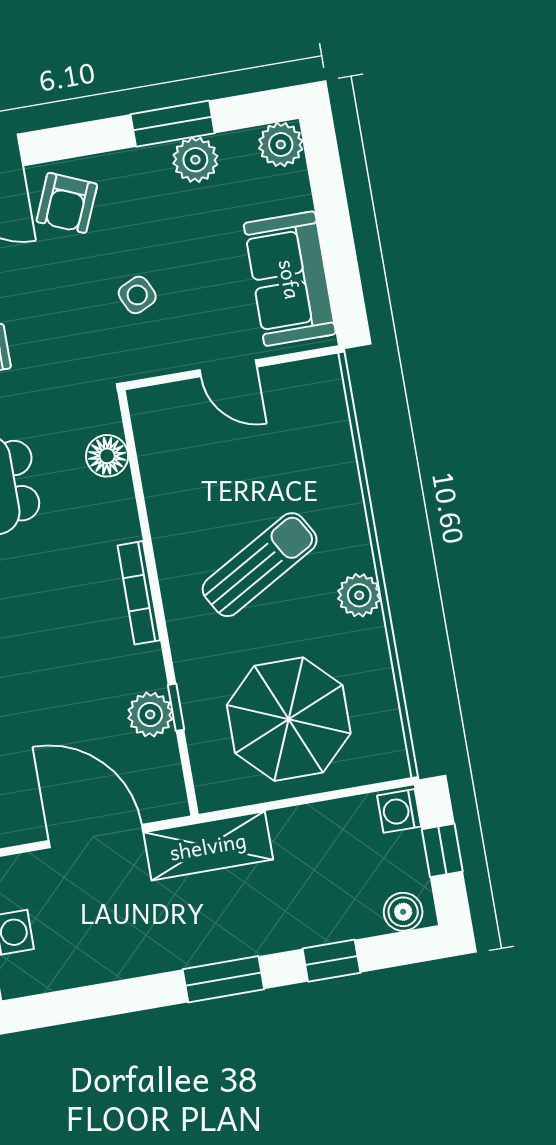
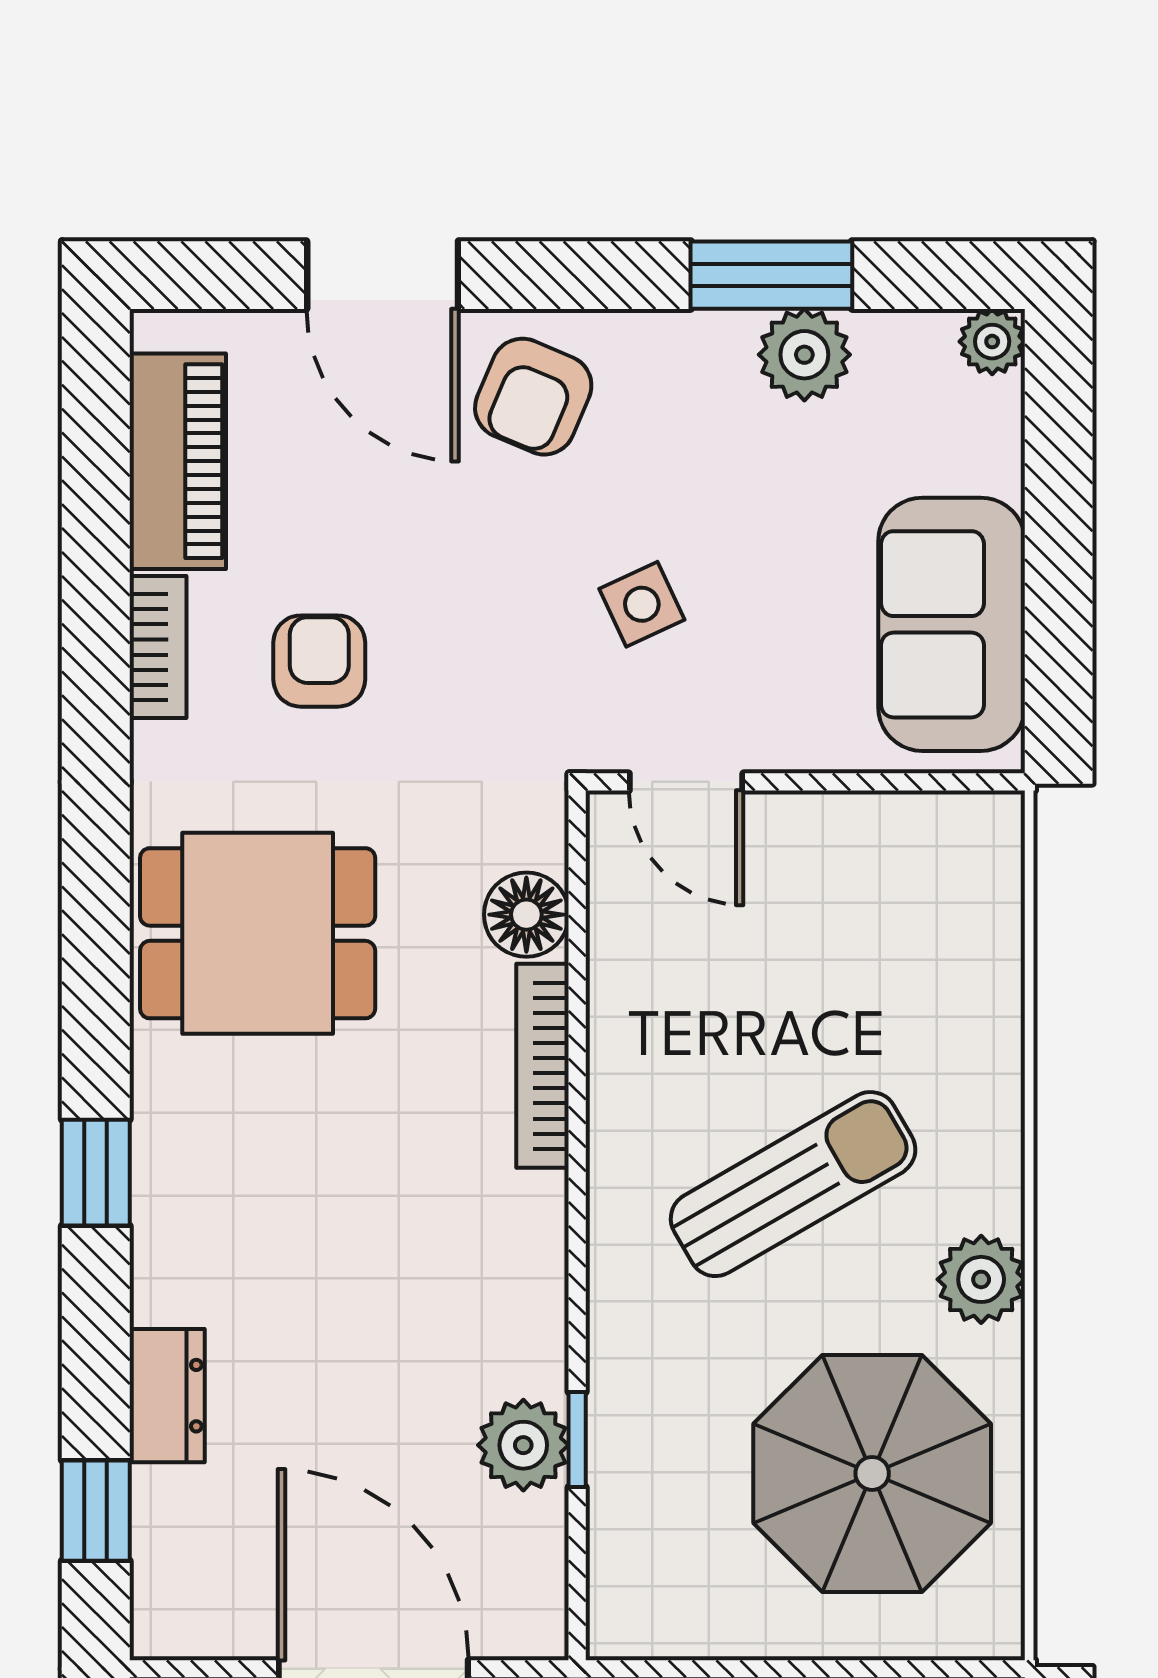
plant: (281, 145) -> (992, 342), width x0.73, depth x0.73
door: (228, 368) -> (686, 782), moved
bookcase: (139, 593) -> (543, 1066), moved
parasol: (289, 719) -> (872, 1473), moved

